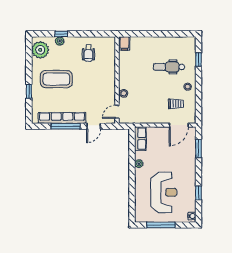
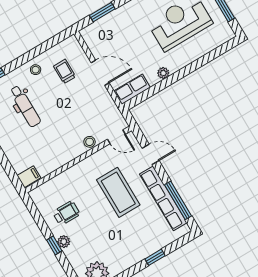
window: (61, 34) -> (54, 245), moved
plant: (60, 41) -> (64, 242), moved
coffee table: (56, 79) -> (118, 192), moved
door: (179, 125) -> (100, 73), moved
window: (66, 126) -> (178, 200), moved

